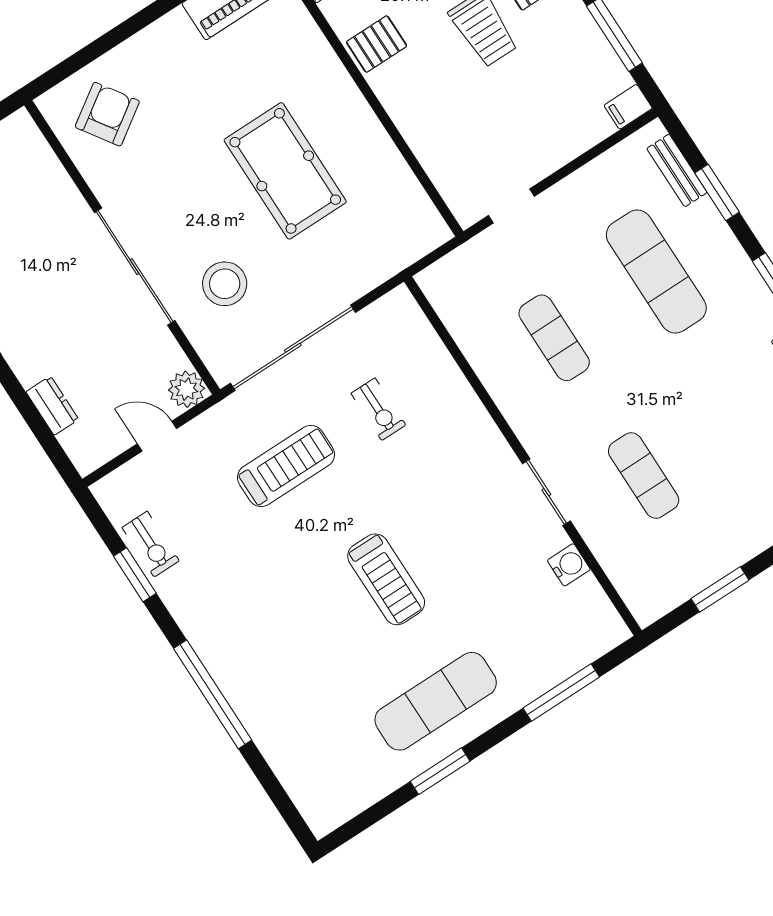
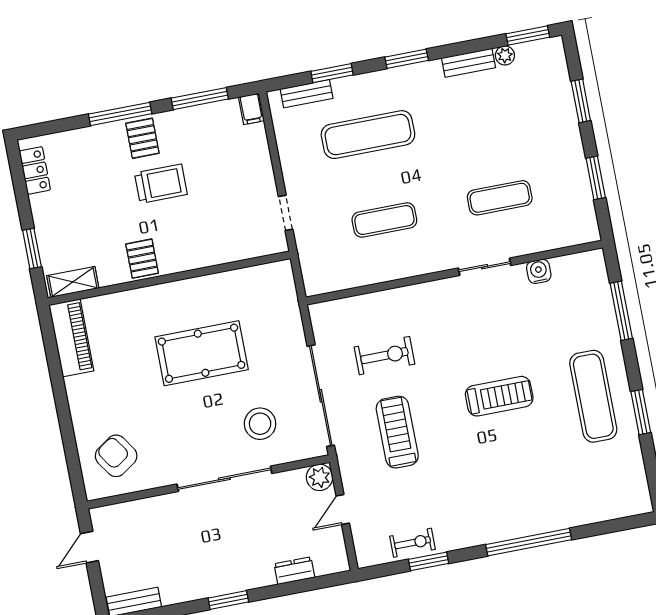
exercise bike: (378, 409) -> (384, 356), width x1.38, depth x1.39

